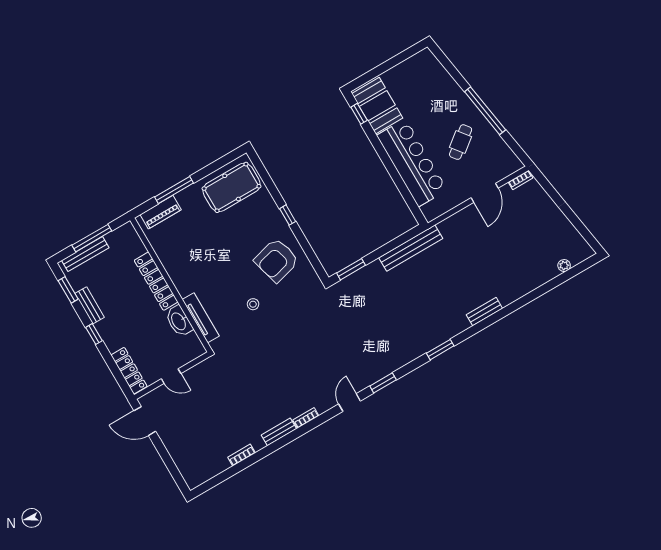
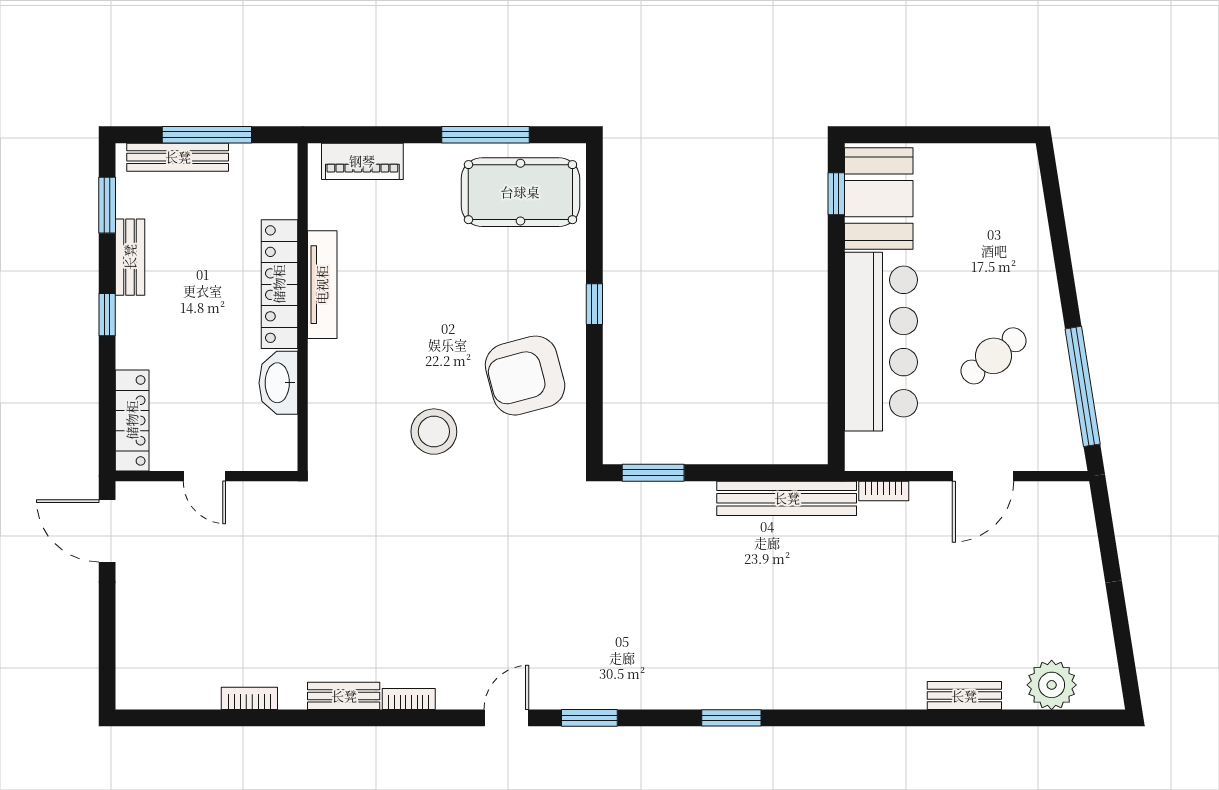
window: (485, 111) -> (1083, 386), moved
bookcase: (521, 180) -> (884, 491), moved
window: (174, 190) -> (486, 135), moved
plant: (564, 266) -> (1052, 685), width x1.87, depth x1.87
stool: (253, 304) -> (434, 432), width x1.89, depth x1.89
bench: (484, 312) -> (964, 696), moved
tv unit: (201, 318) -> (322, 285), moved

